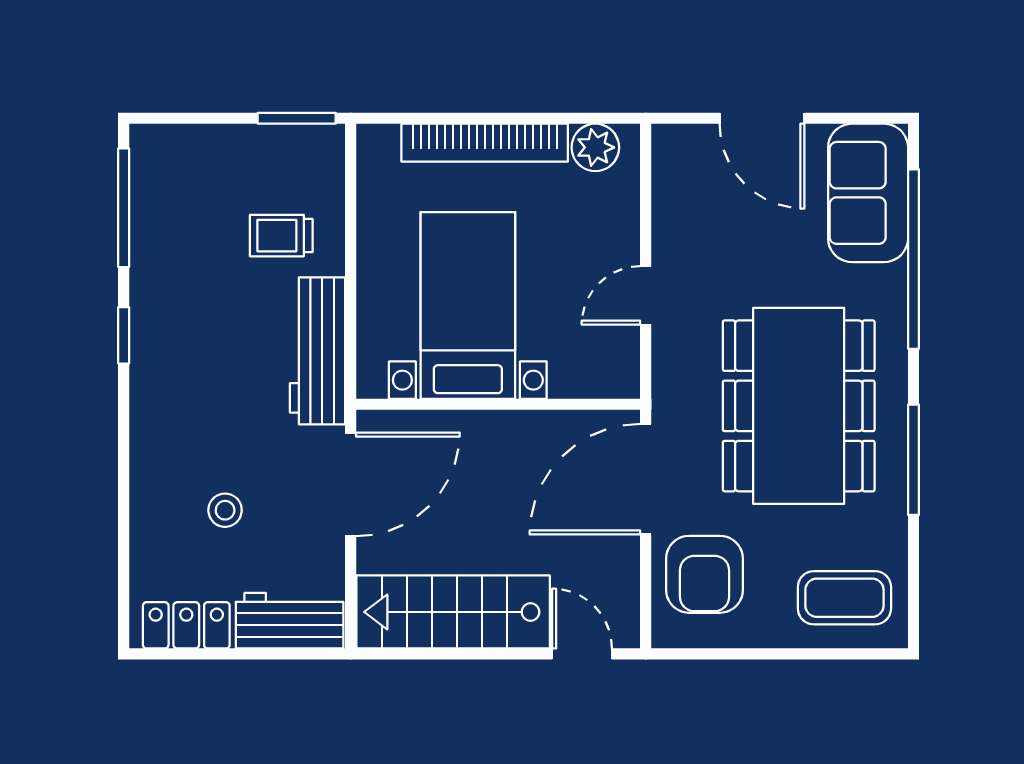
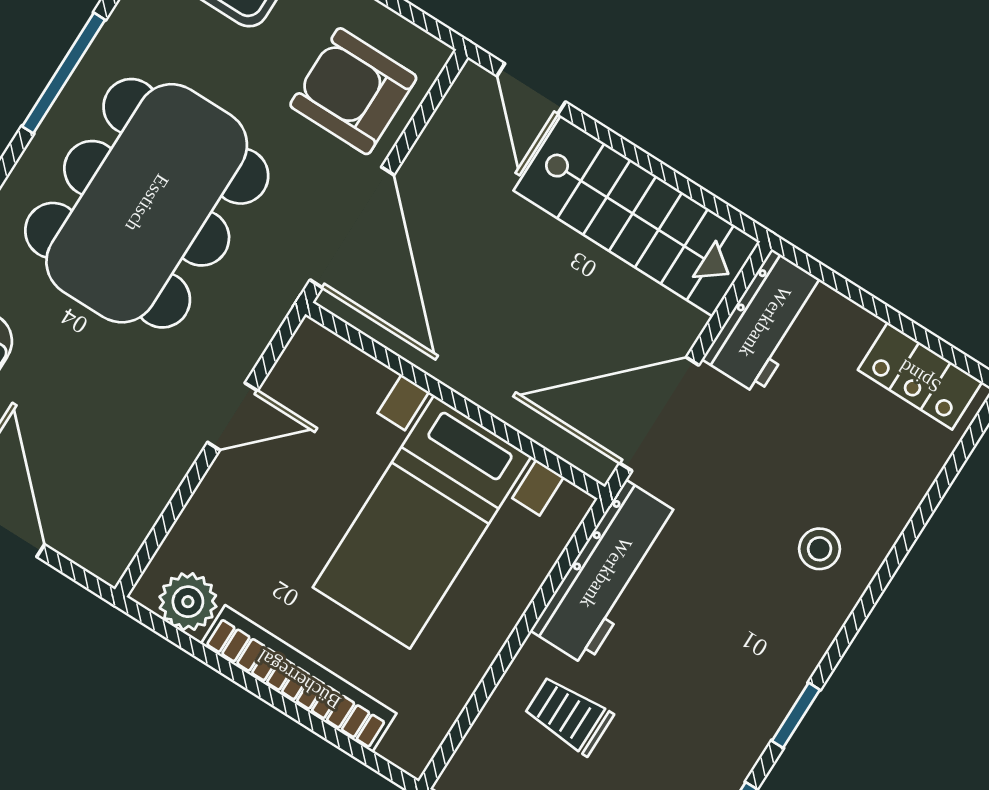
trolley: (281, 236) -> (569, 715), turned 180
door: (646, 479) -> (352, 227), hinge flipped
stool: (225, 510) -> (820, 549), moved
armchair: (704, 574) -> (353, 91), turned -90
workbench: (290, 621) -> (765, 322), moved, turned -90

